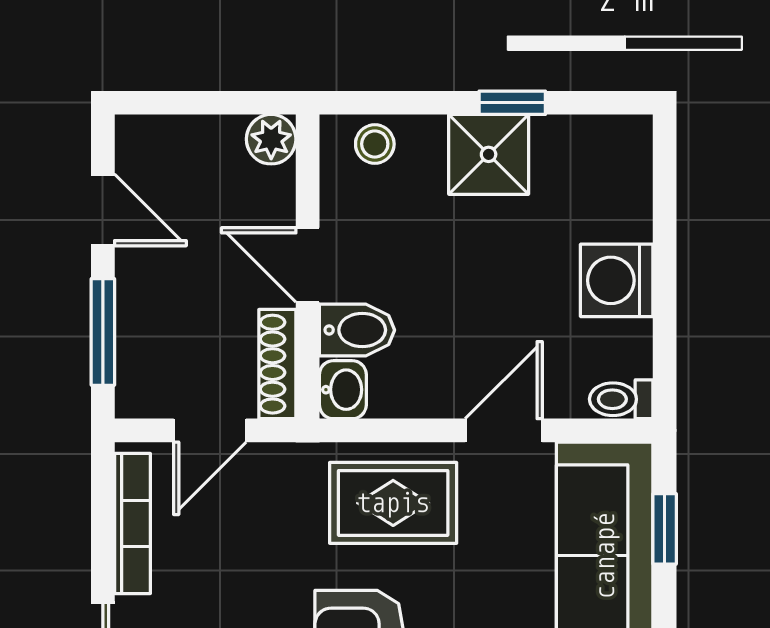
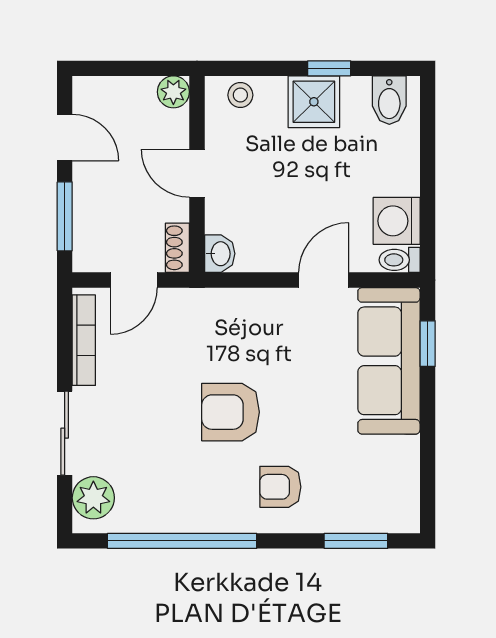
washing machine: (617, 280) -> (397, 221), moved
bidet: (357, 330) -> (389, 100), moved, turned 90
shoe rack: (277, 364) -> (177, 248), width x0.70
rug: (393, 503) -> (252, 327), removed

